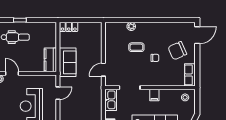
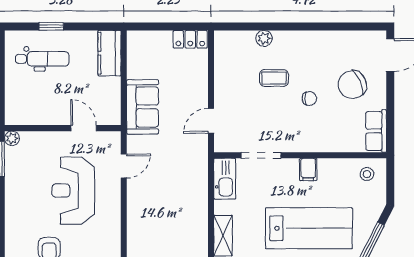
locker: (69, 27) -> (190, 39), moved
kitchen counter: (50, 60) -> (109, 53), moved
door: (12, 73) -> (84, 128), moved

